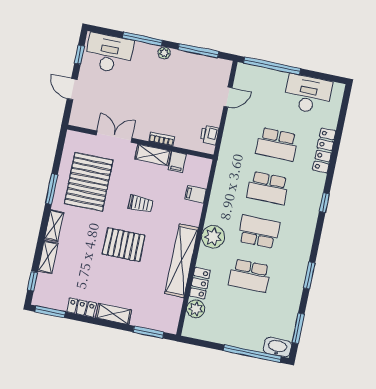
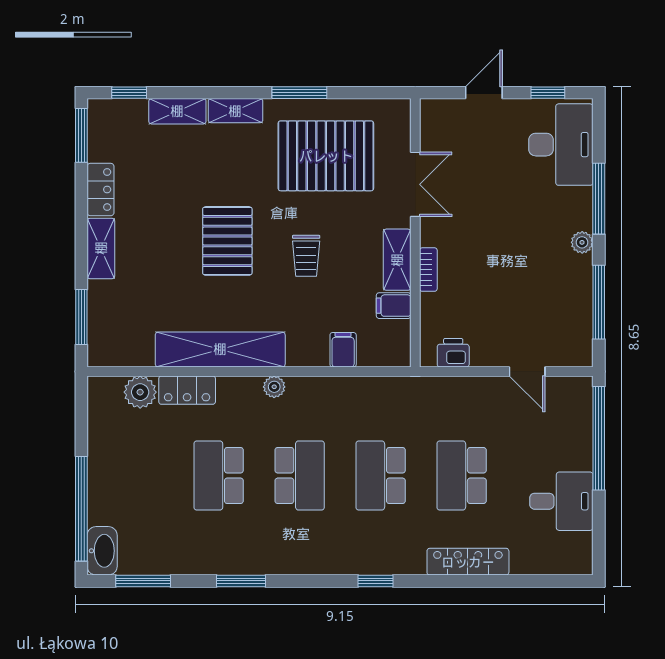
desk: (308, 94) -> (561, 501), width x0.73
plant: (213, 237) -> (274, 387), width x0.53, depth x0.53

